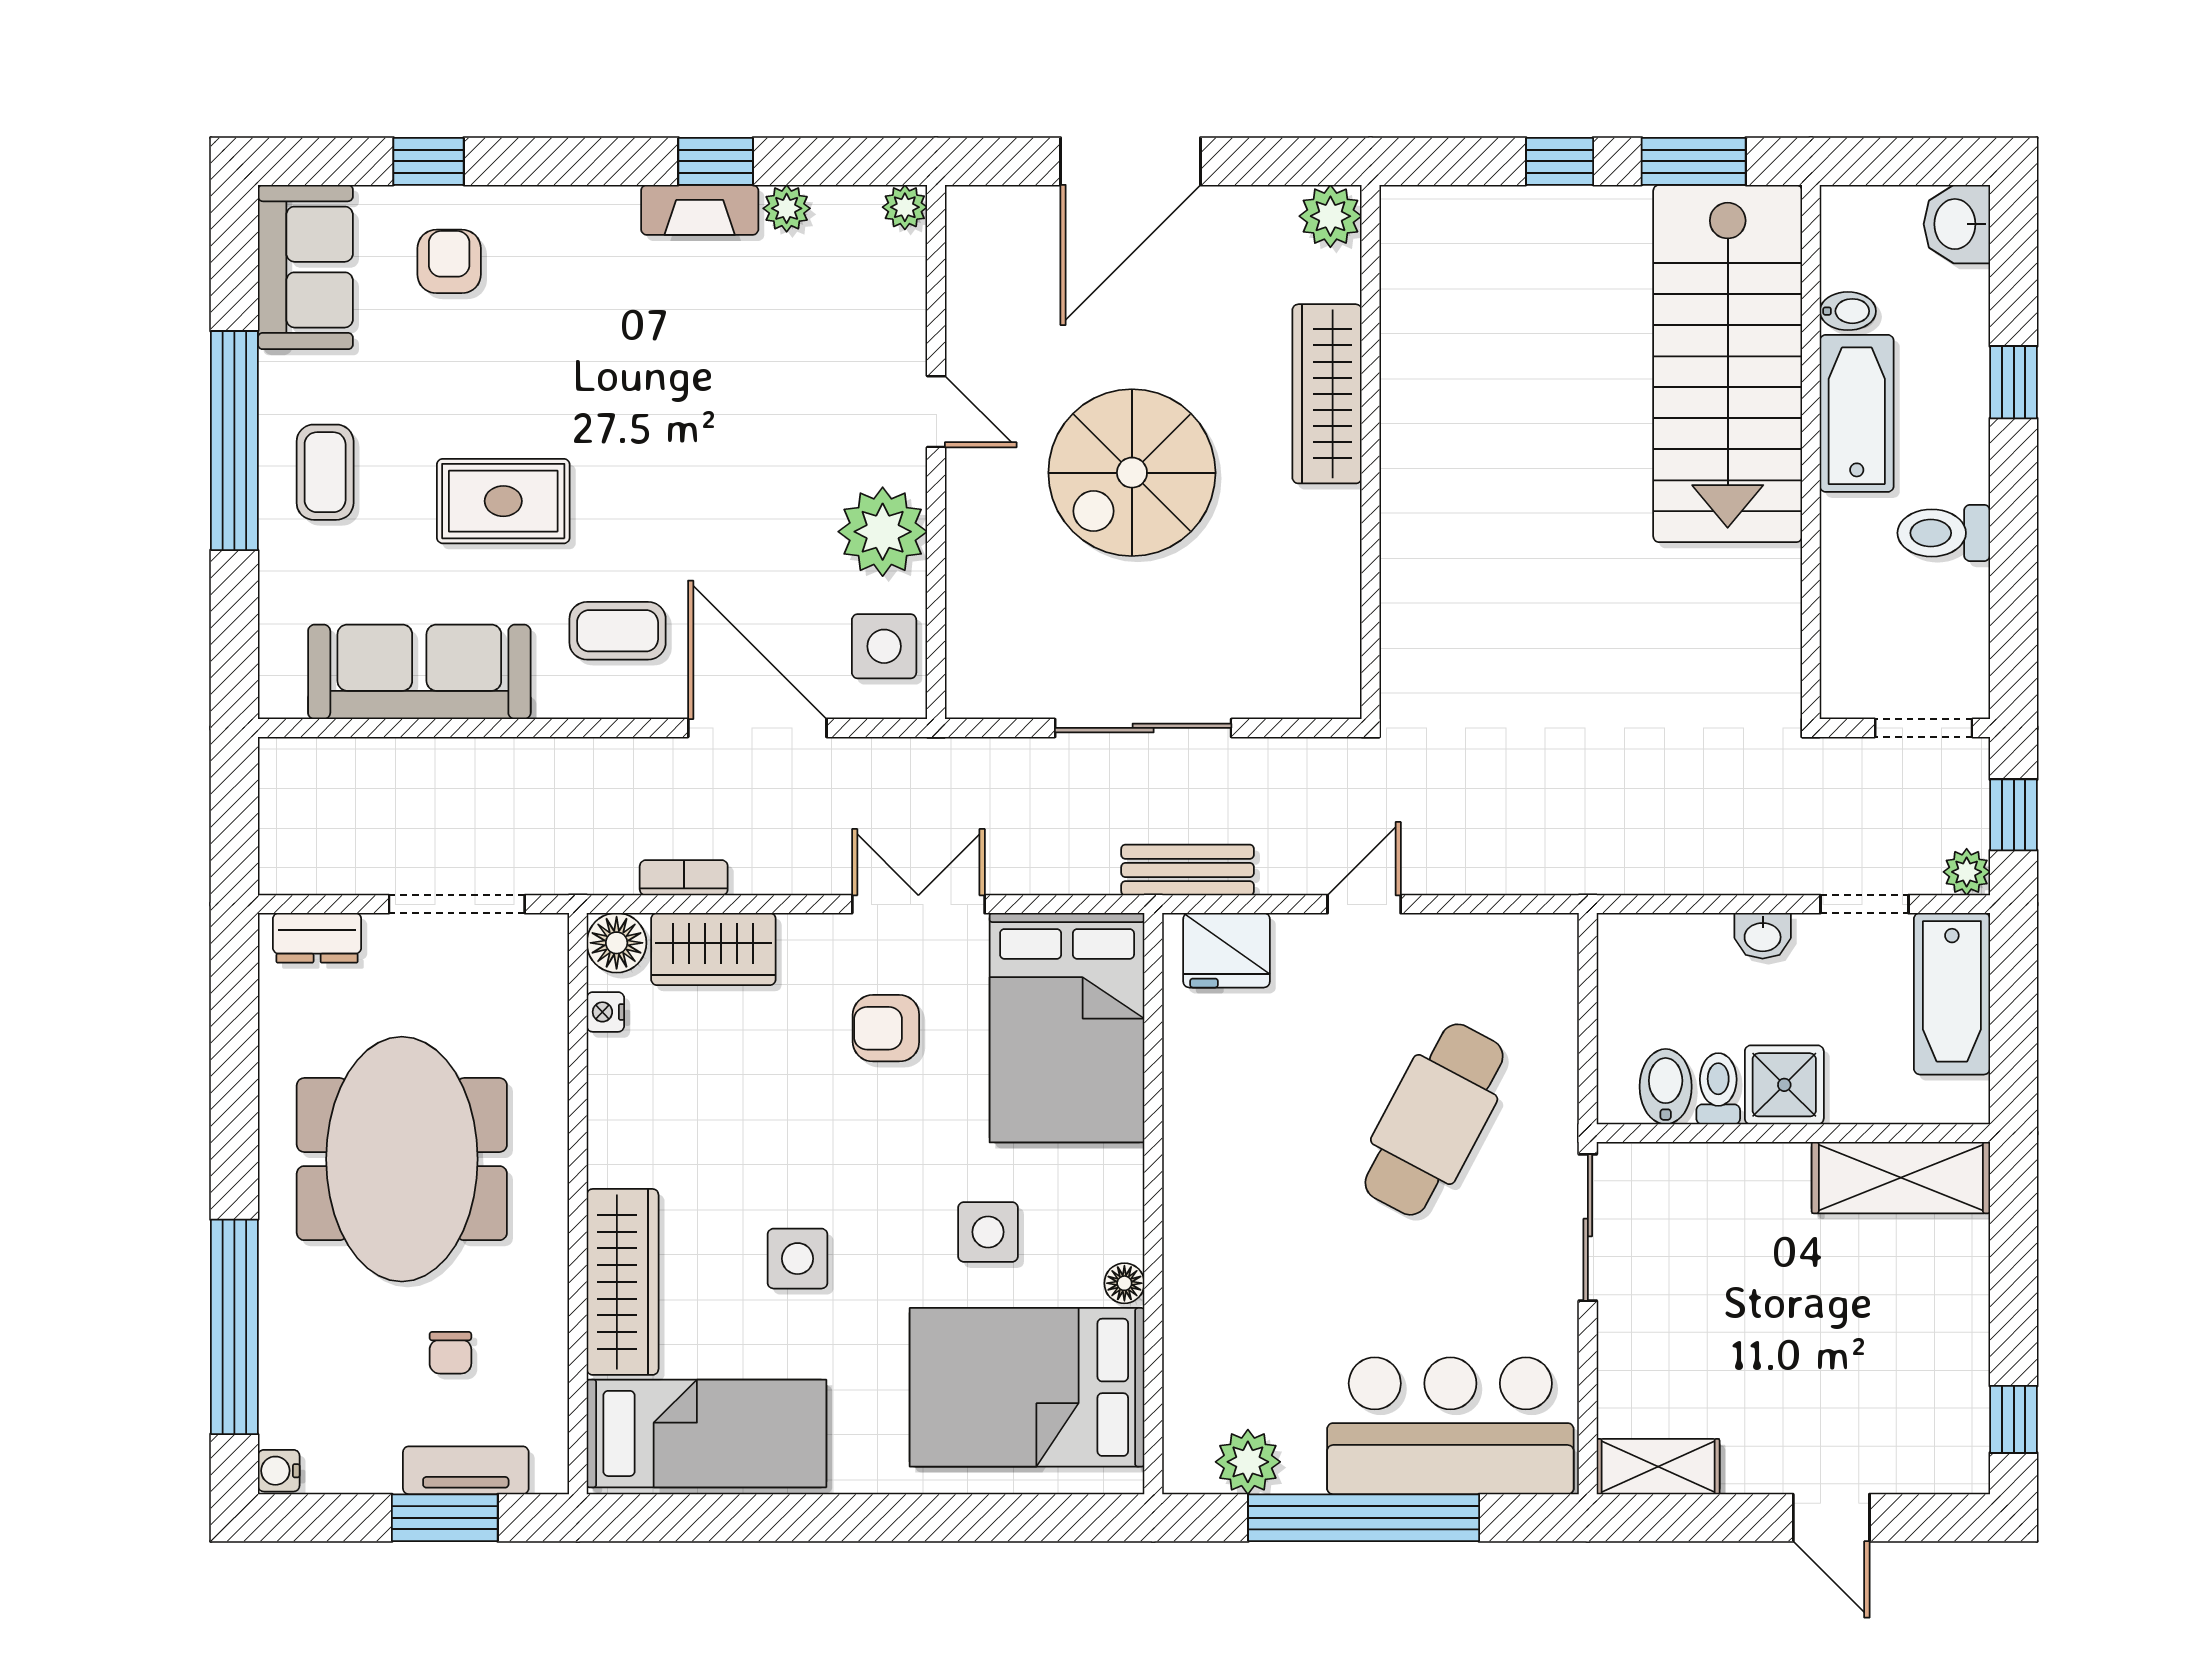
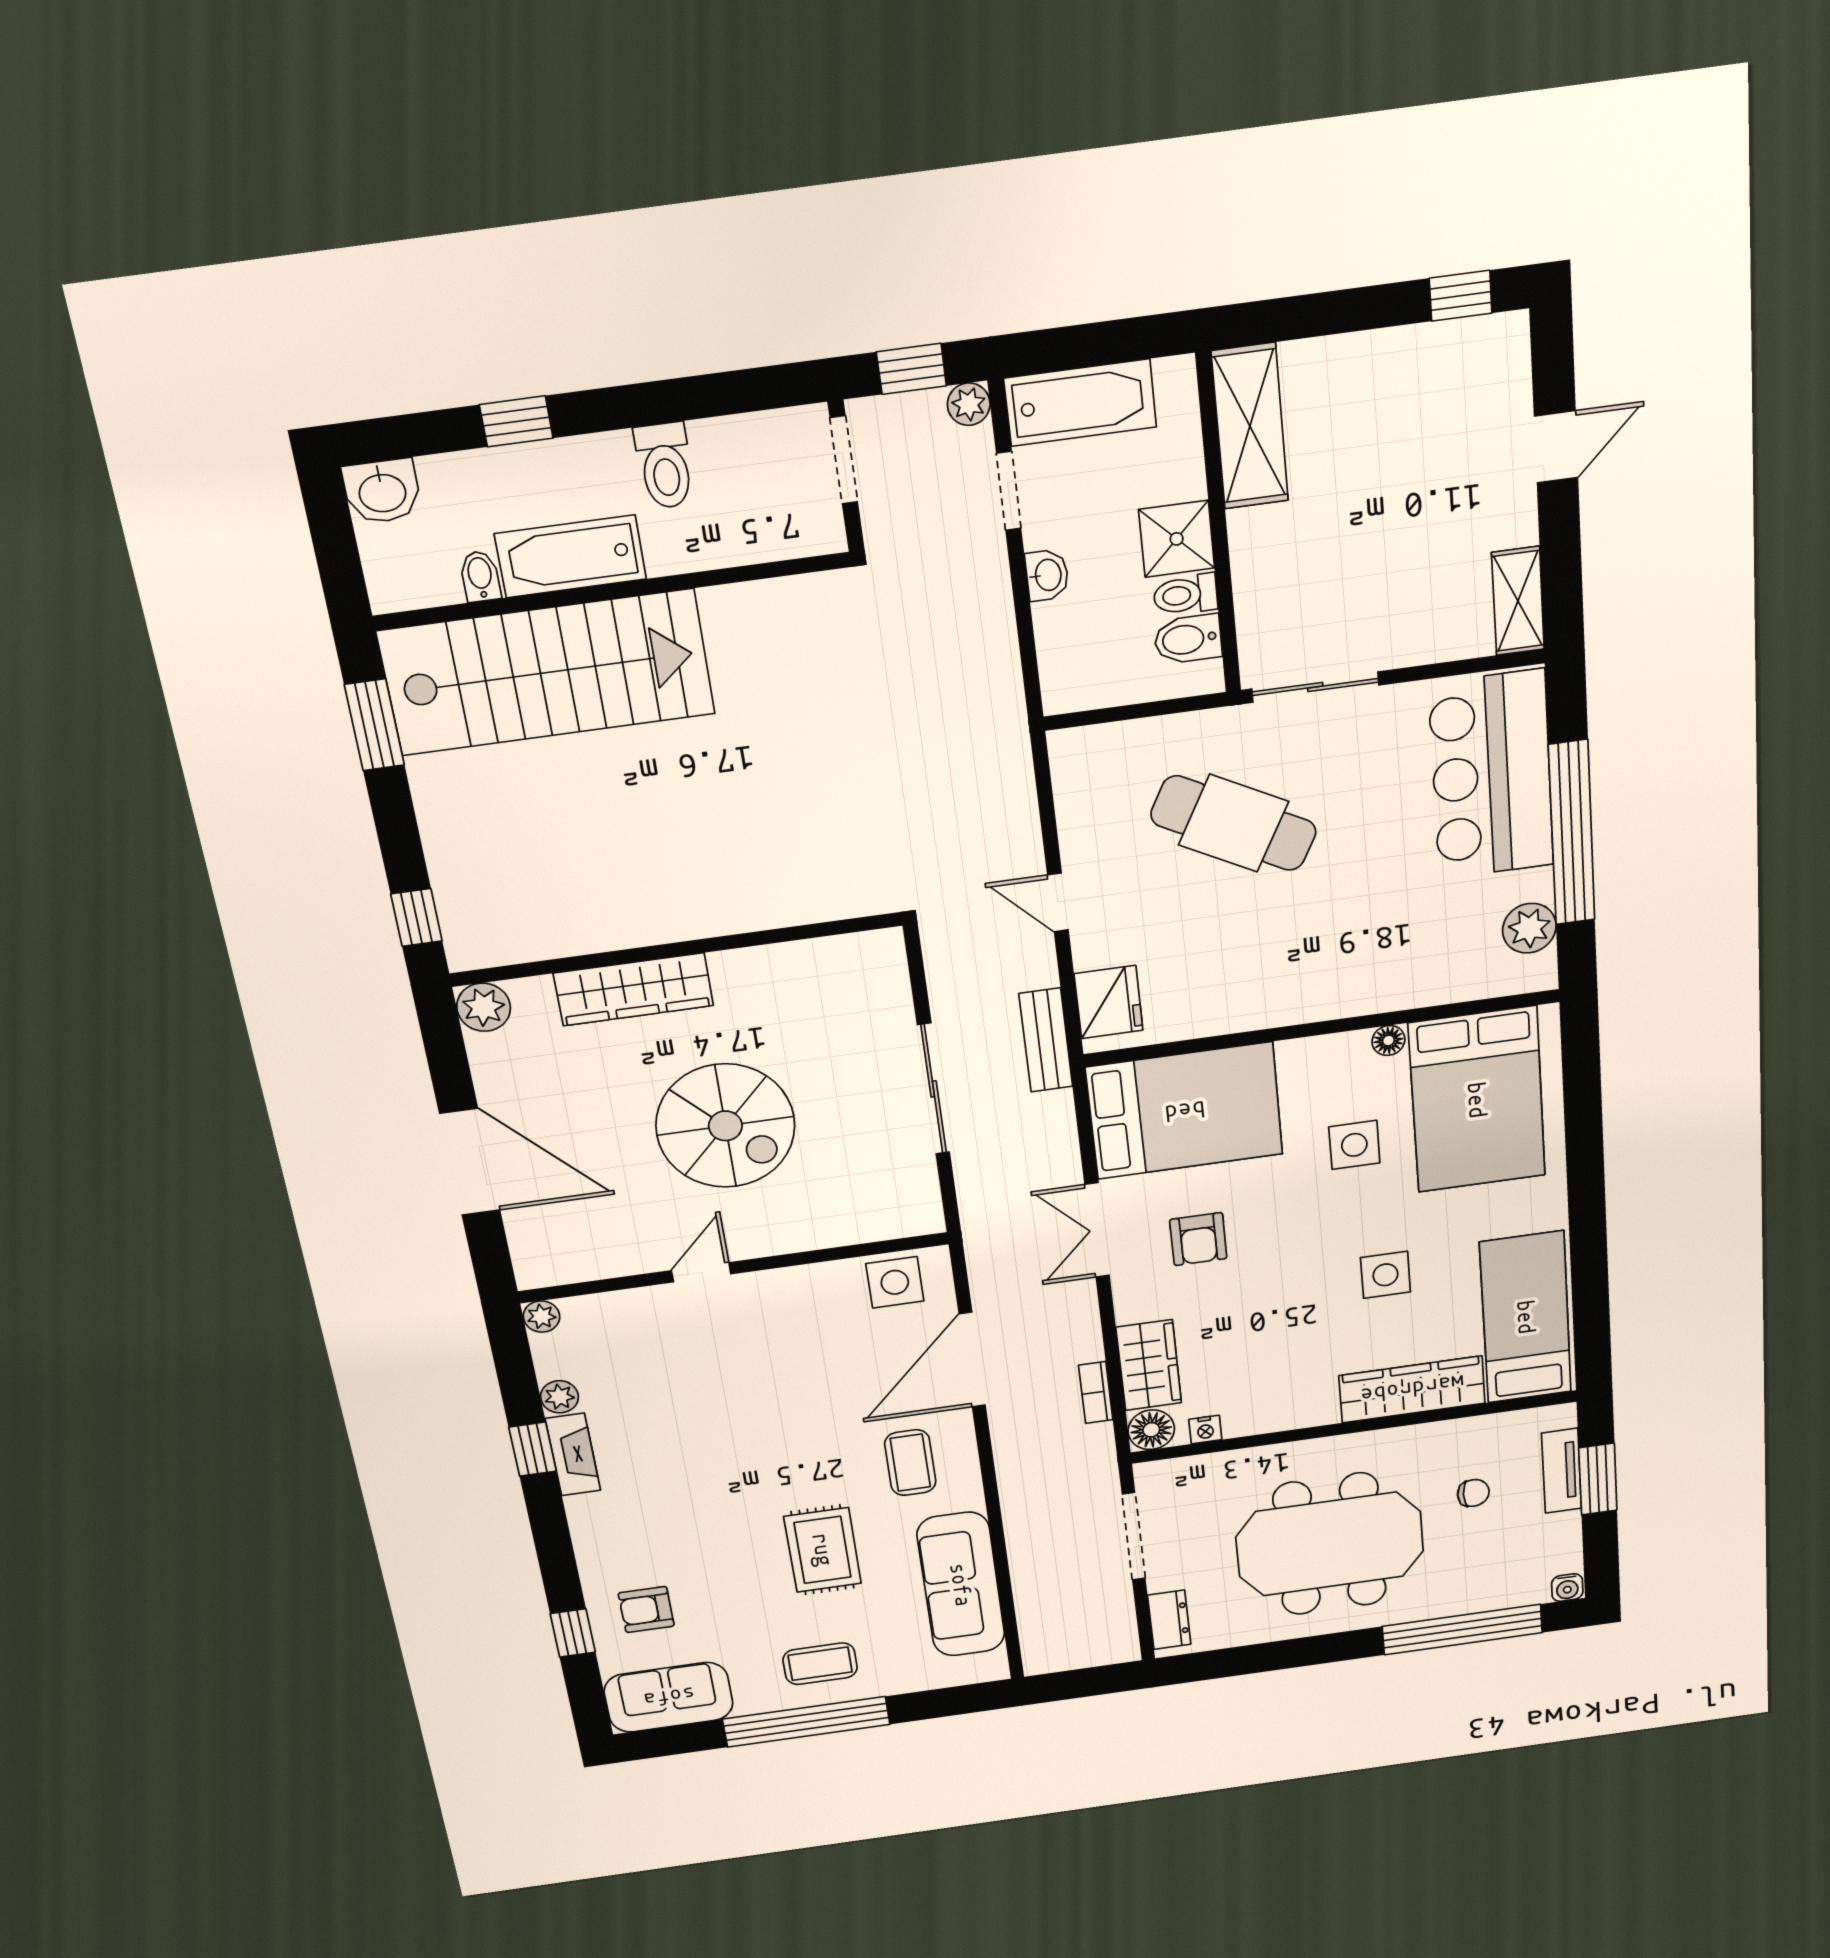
window: (1560, 161) -> (416, 918), moved
plant: (883, 532) -> (804, 1296), removed

